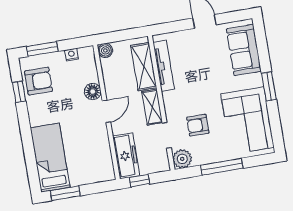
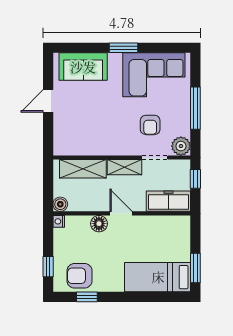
window: (42, 49) -> (48, 267), width x0.67
nightstand: (72, 55) -> (59, 221), moved
tv unit: (164, 66) -> (85, 149), removed
armchair: (38, 81) -> (80, 276), turned -90
window: (139, 181) -> (195, 179), moved

